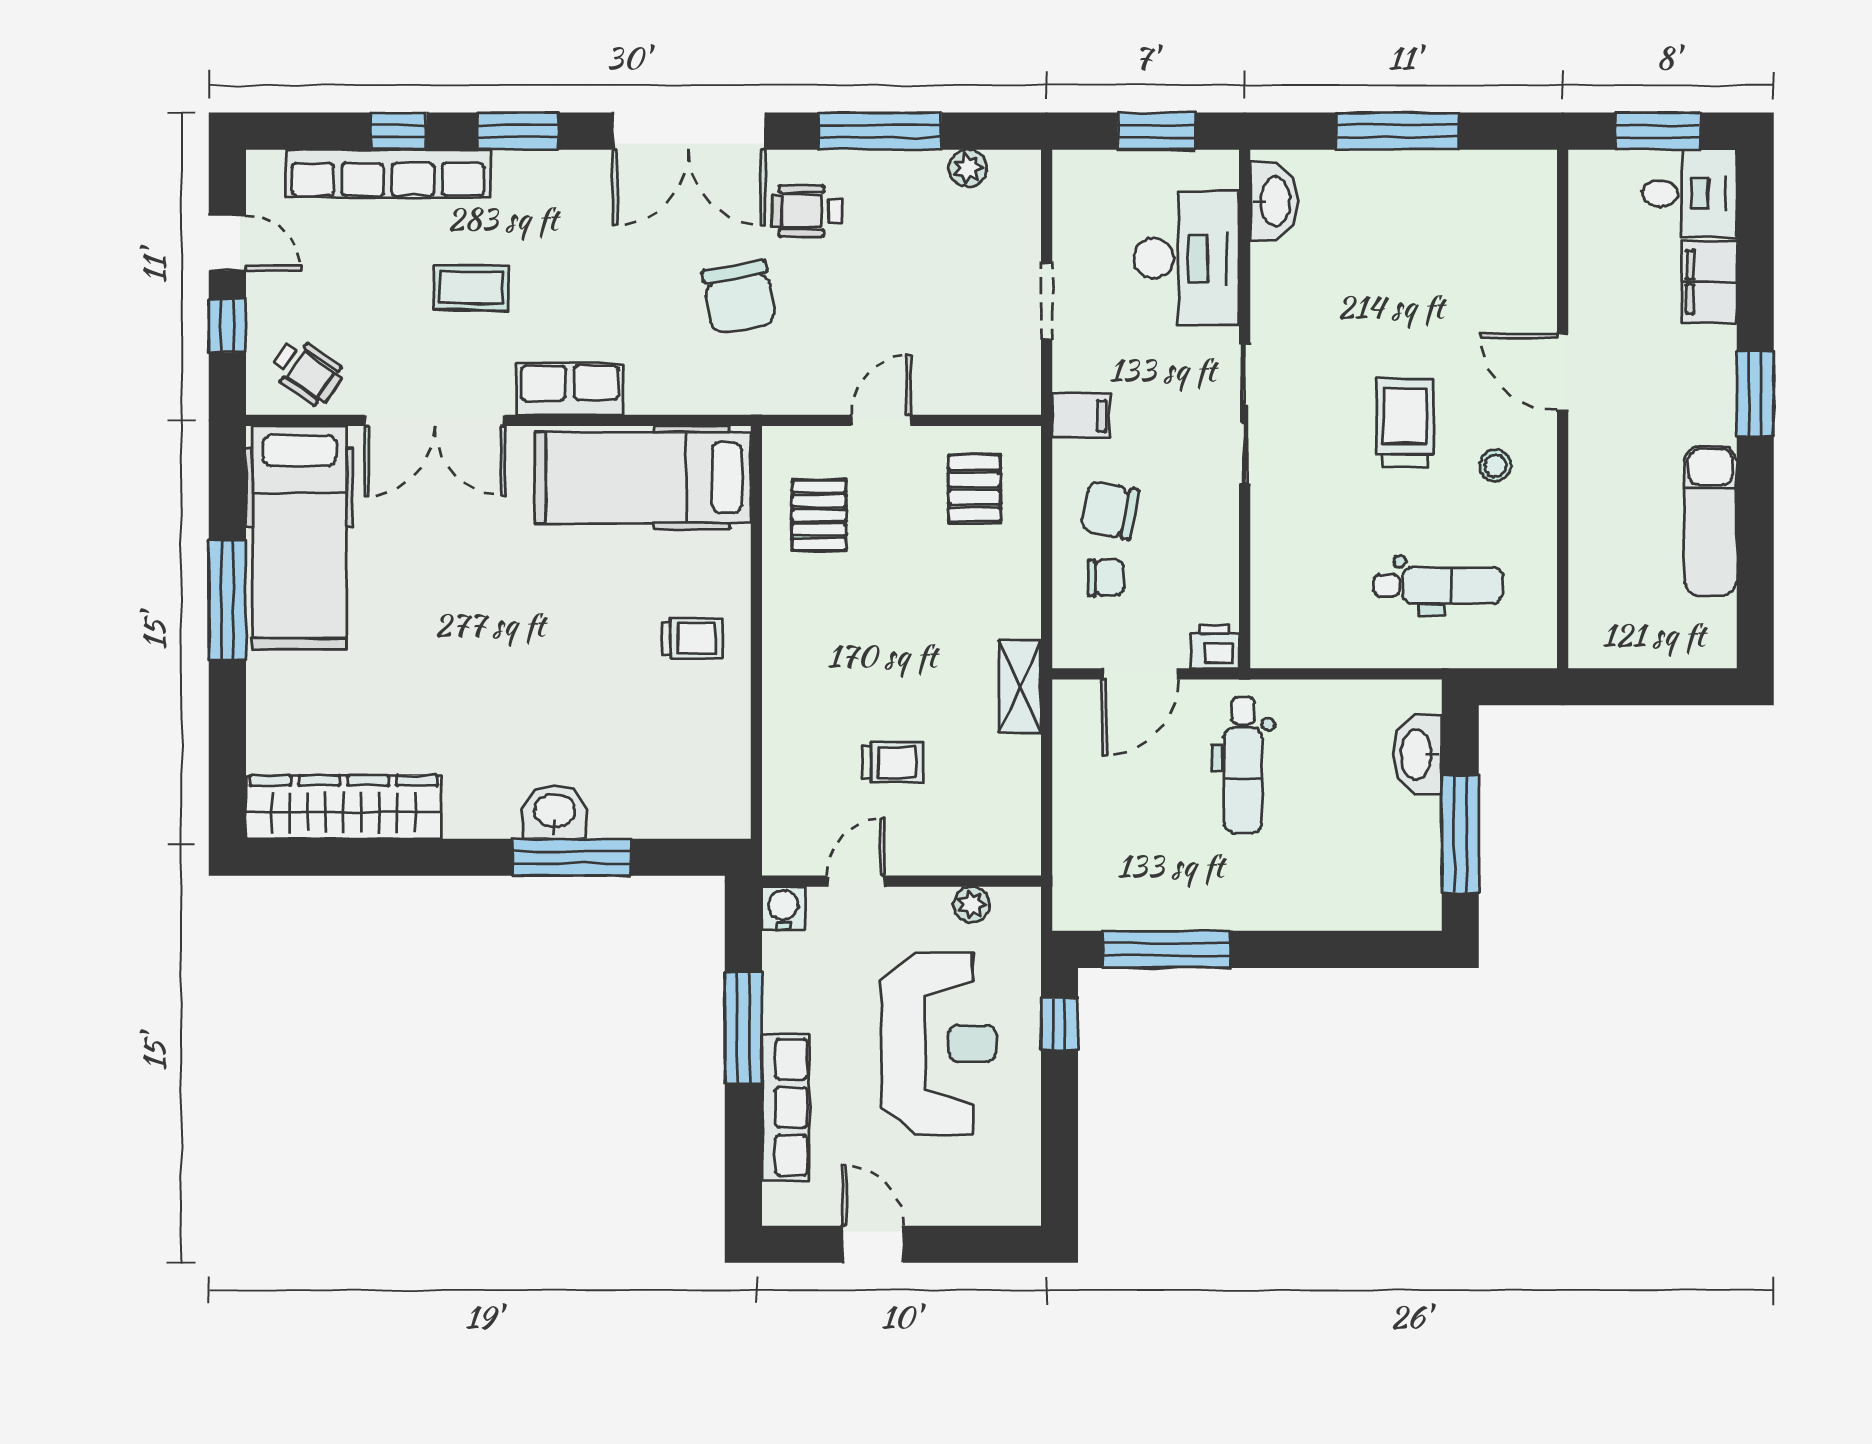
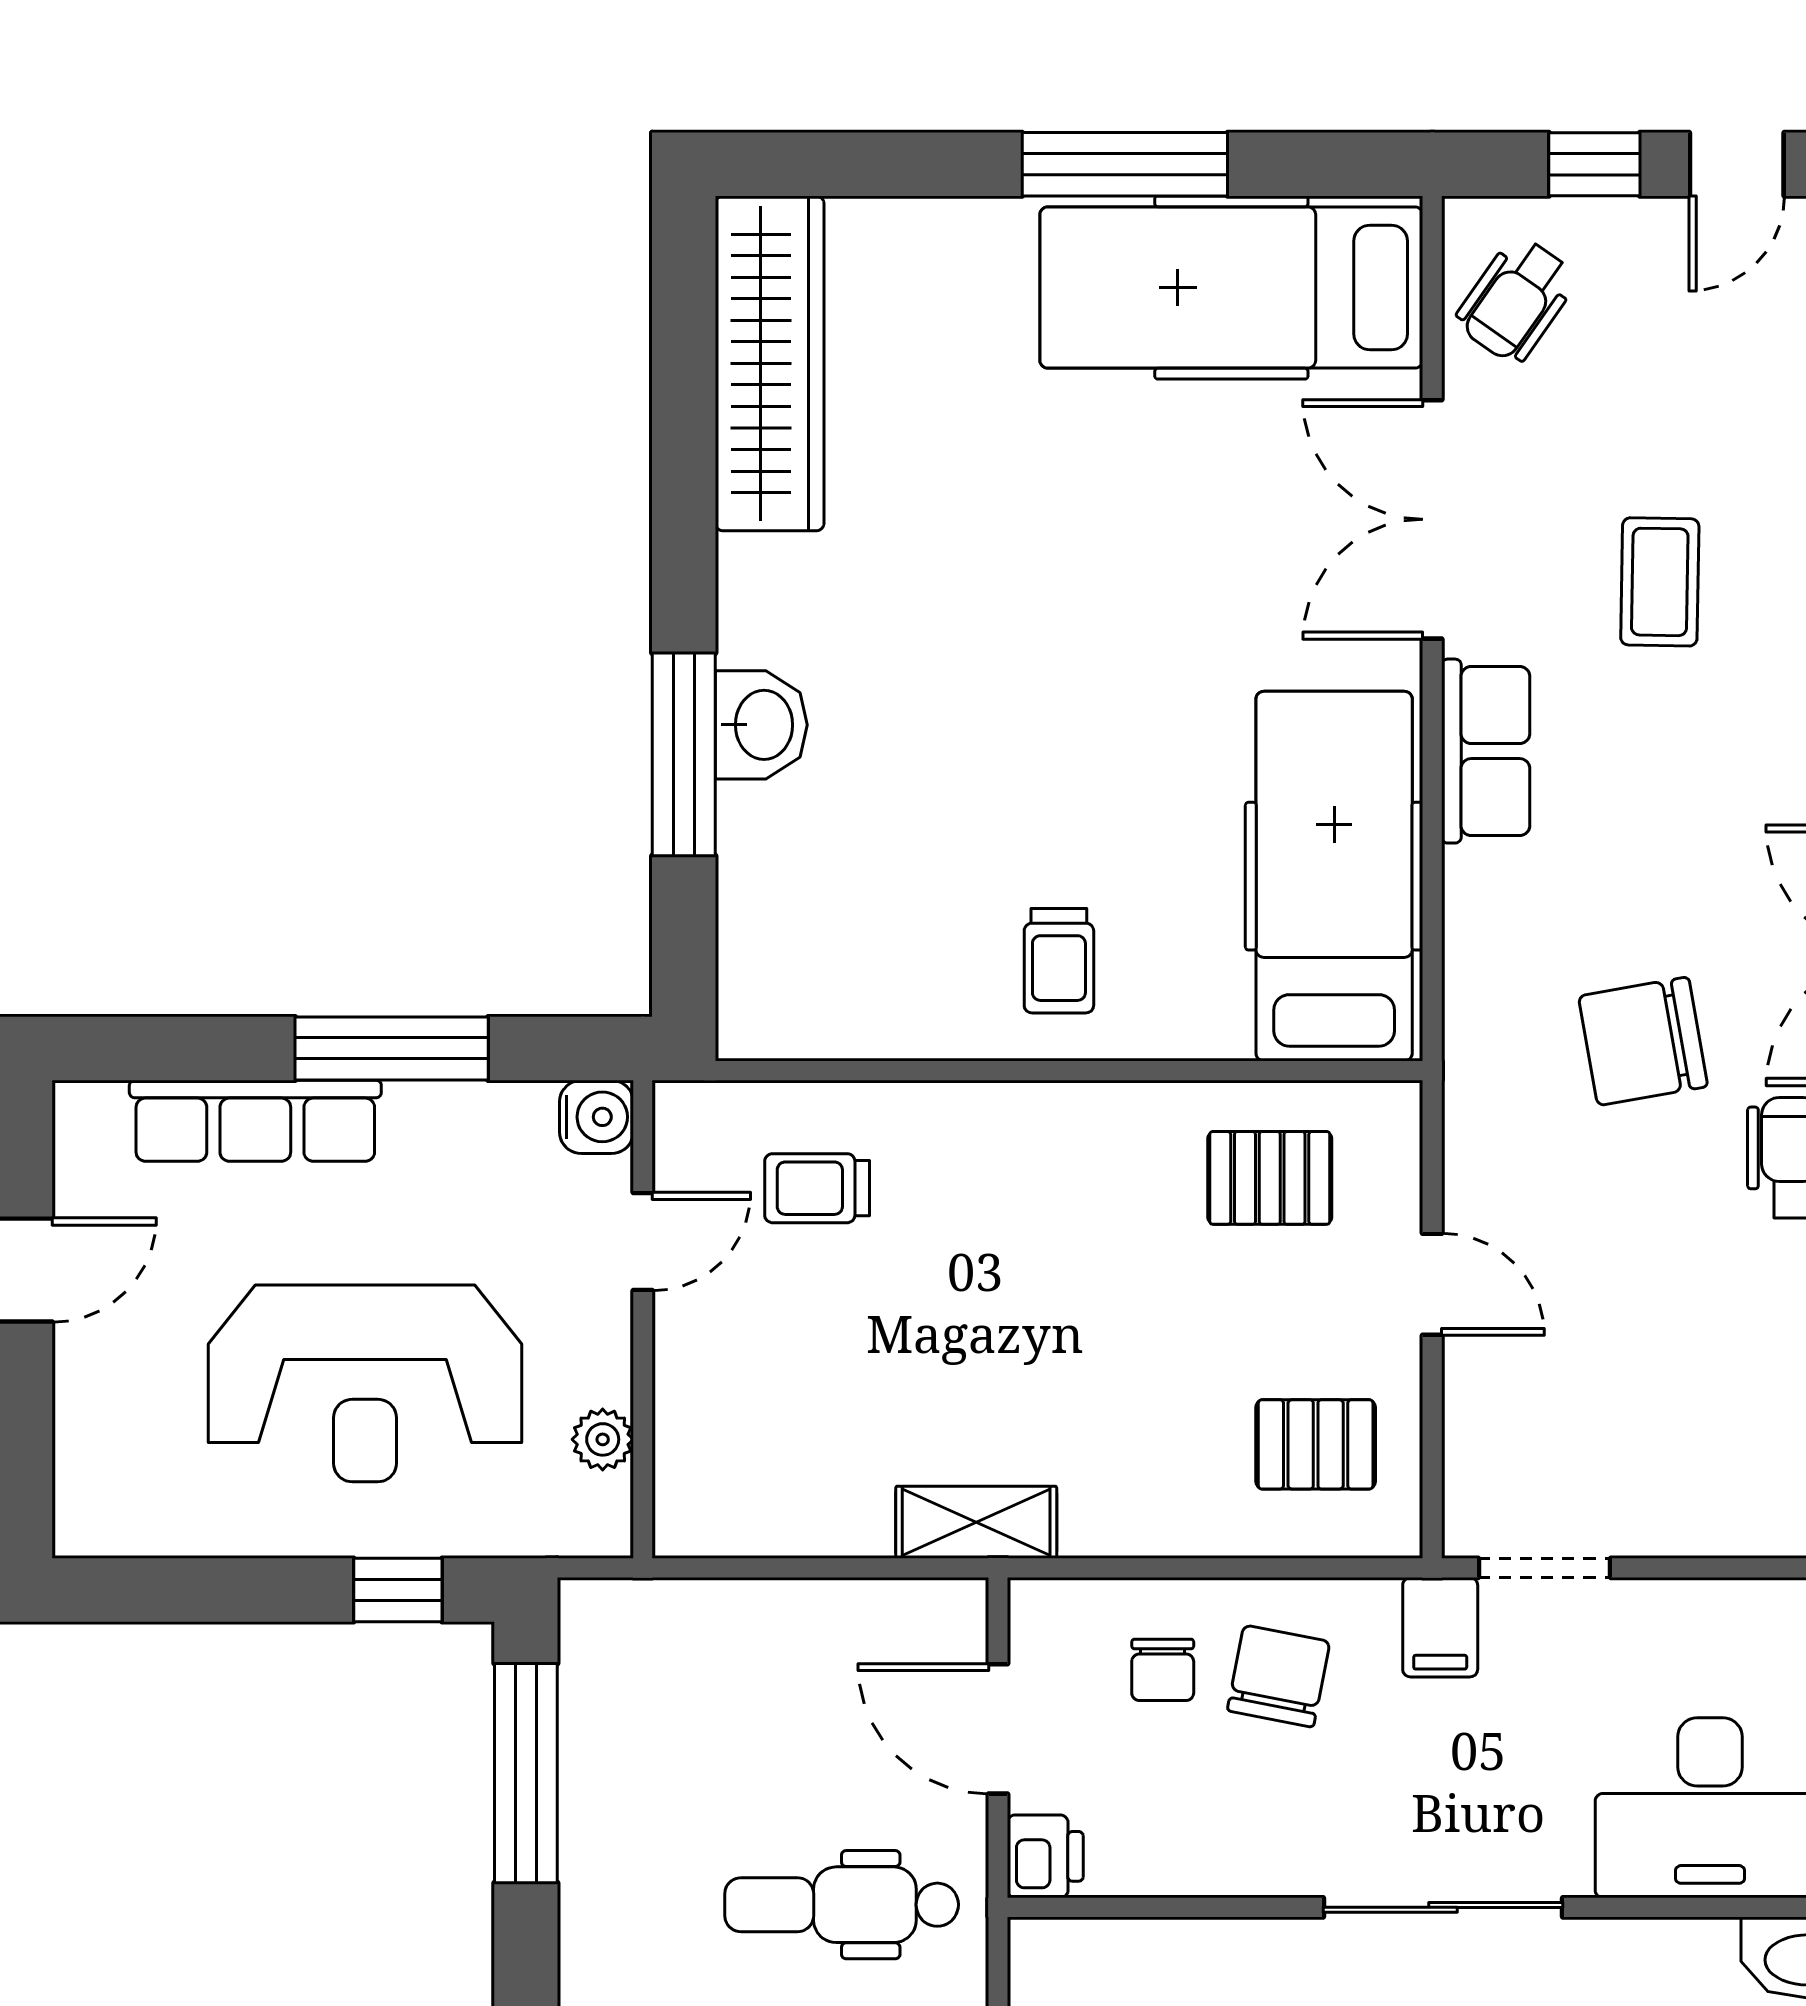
doorway: (1047, 301) -> (1544, 1568), moved
trolley: (893, 762) -> (817, 1188), moved, turned 90
door: (856, 881) -> (643, 1241), hinge flipped

